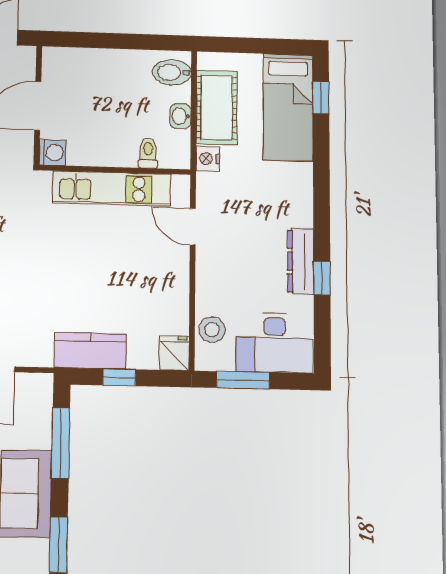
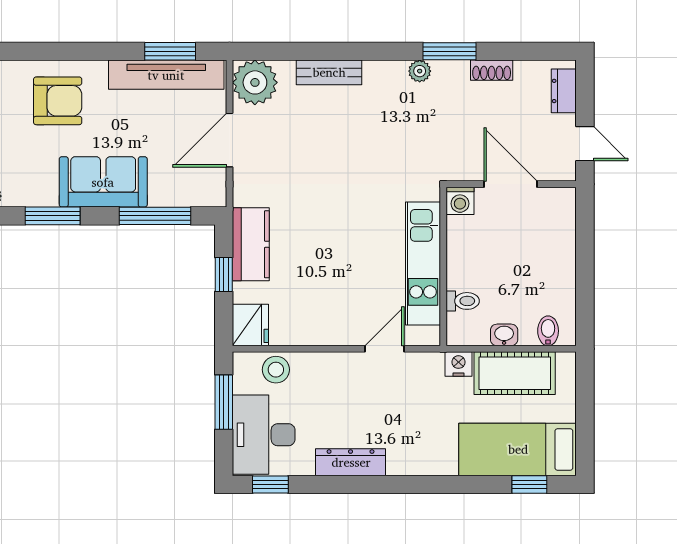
bidet: (172, 72) -> (548, 331), width x0.72, depth x0.74
window: (322, 278) -> (270, 485), moved
fridge: (174, 353) -> (250, 325), width x1.38

